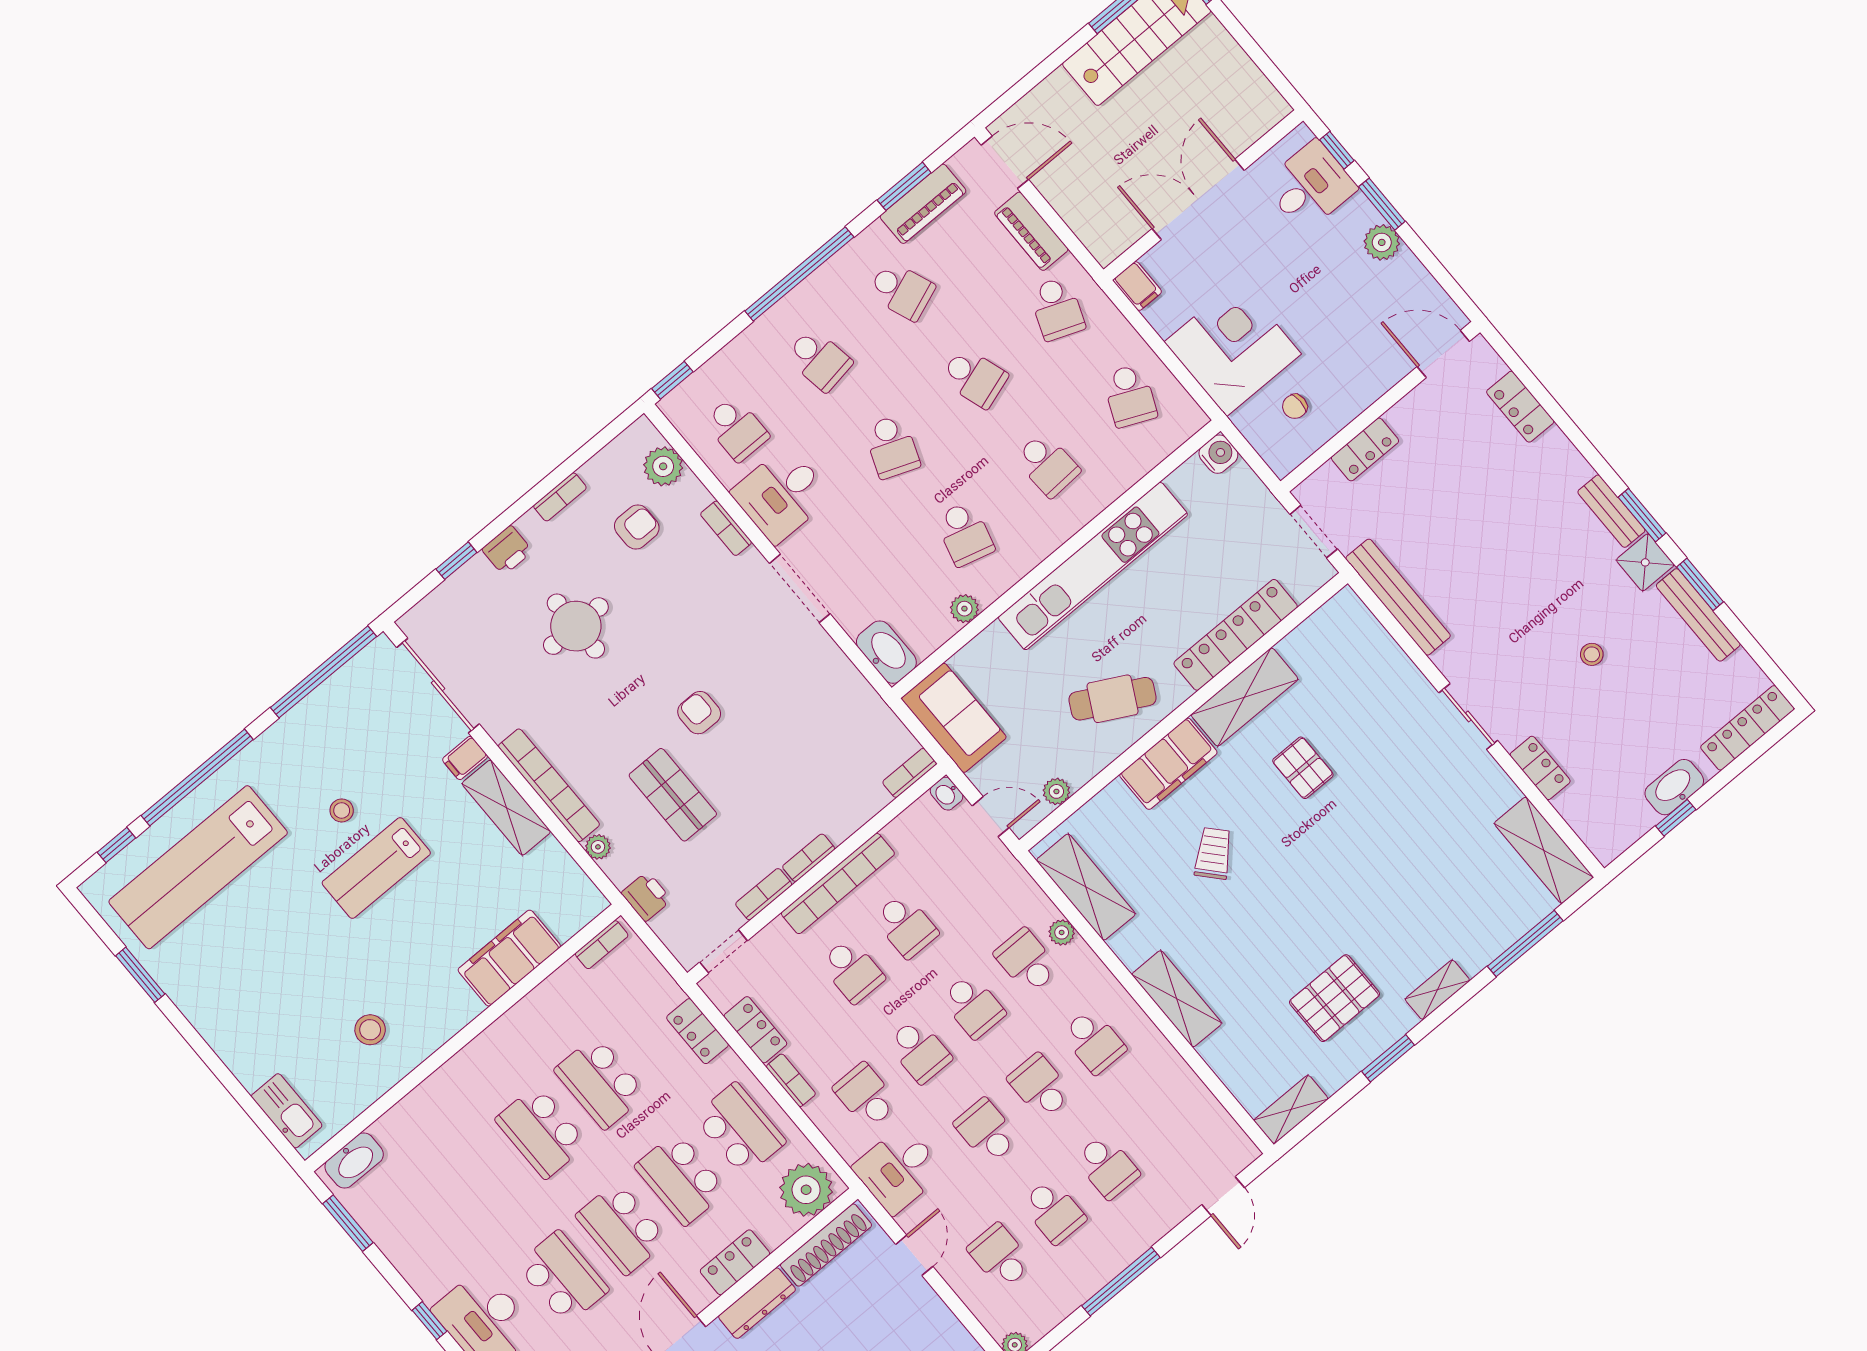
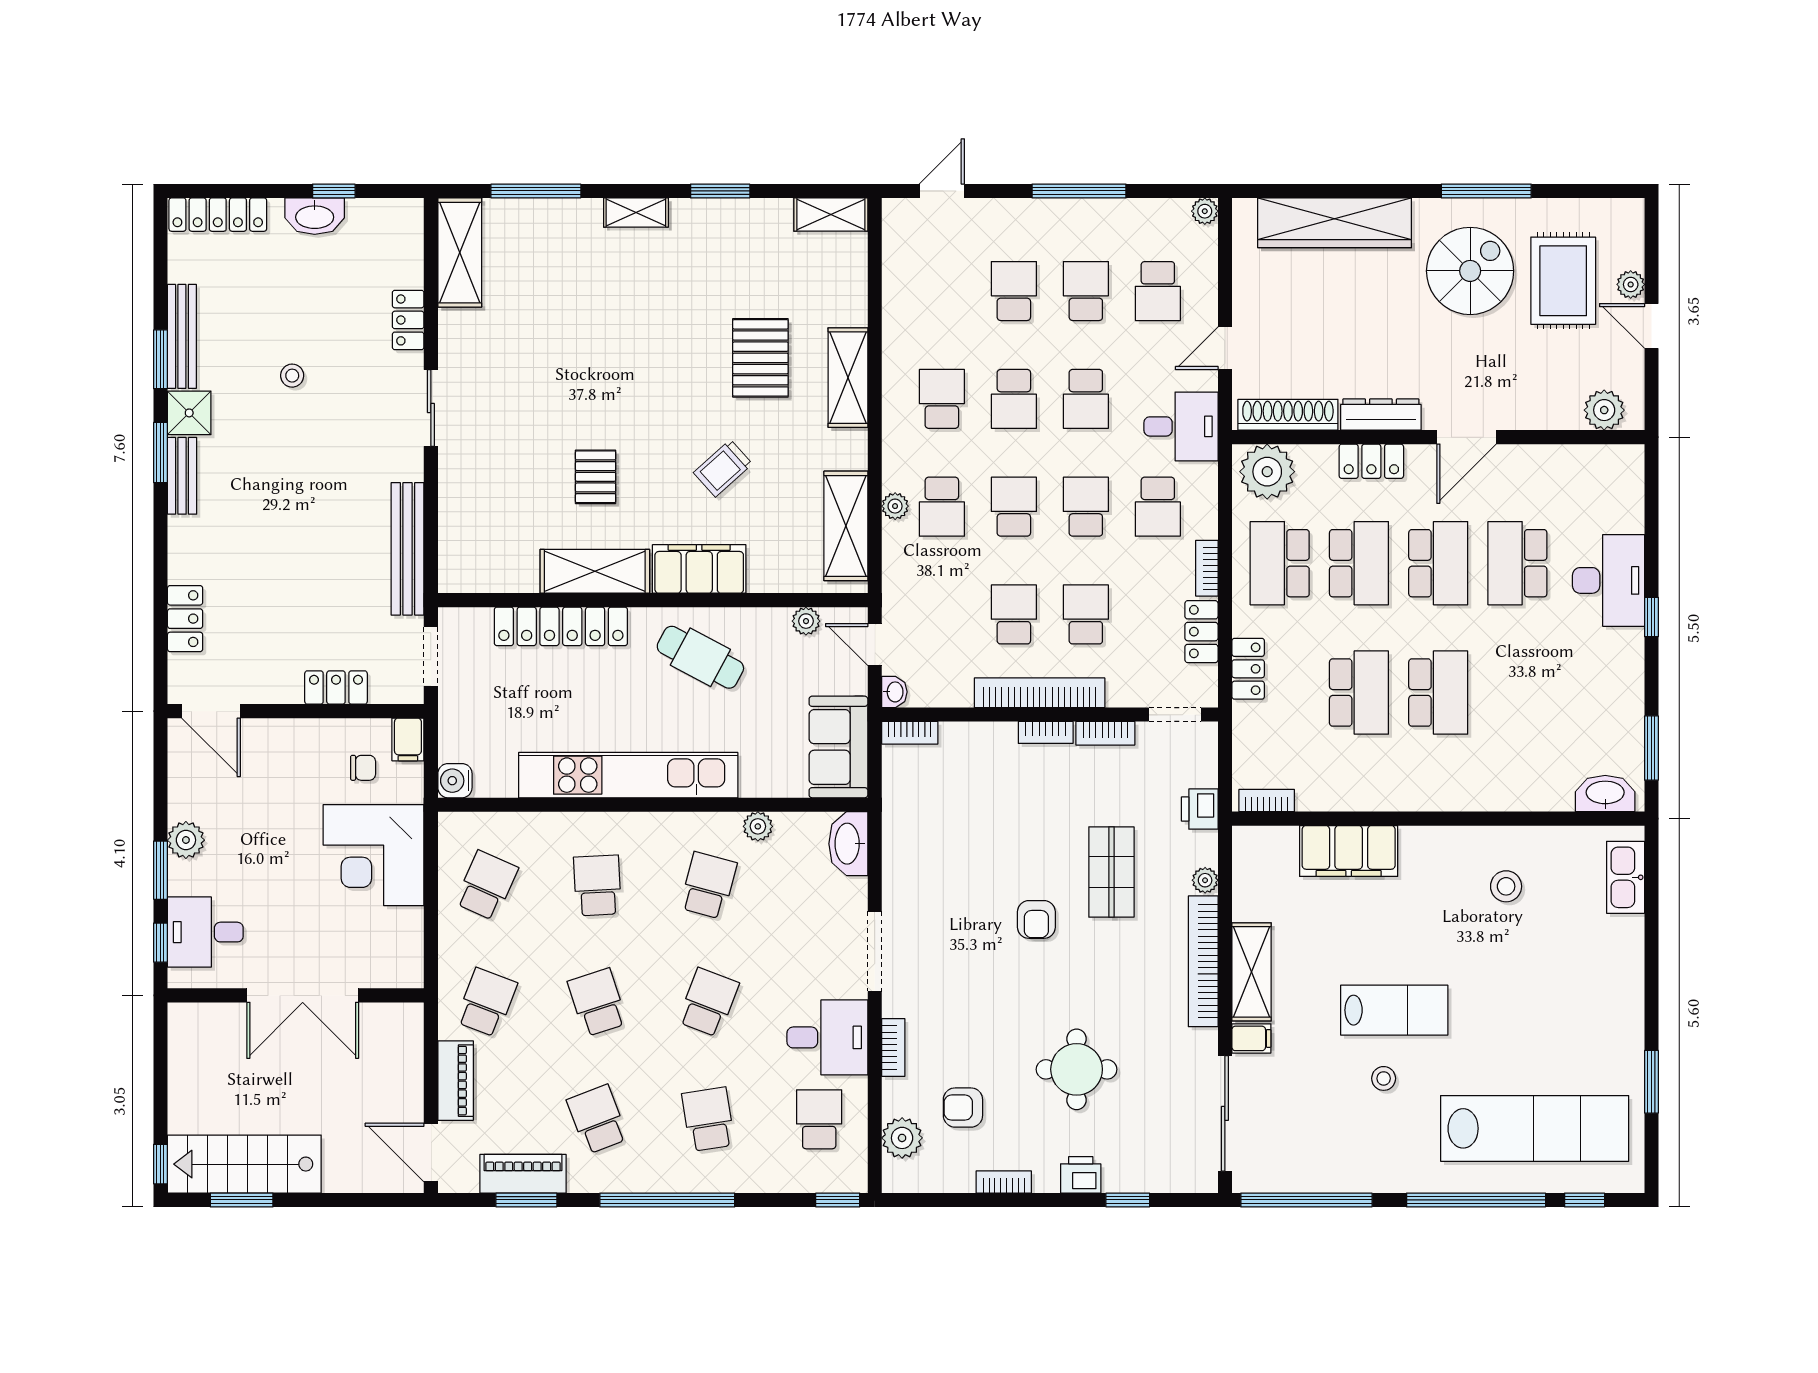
filing cabinet: (1137, 286) -> (408, 739), moved, turned 180
pallet: (1335, 998) -> (760, 358), moved, turned 90

